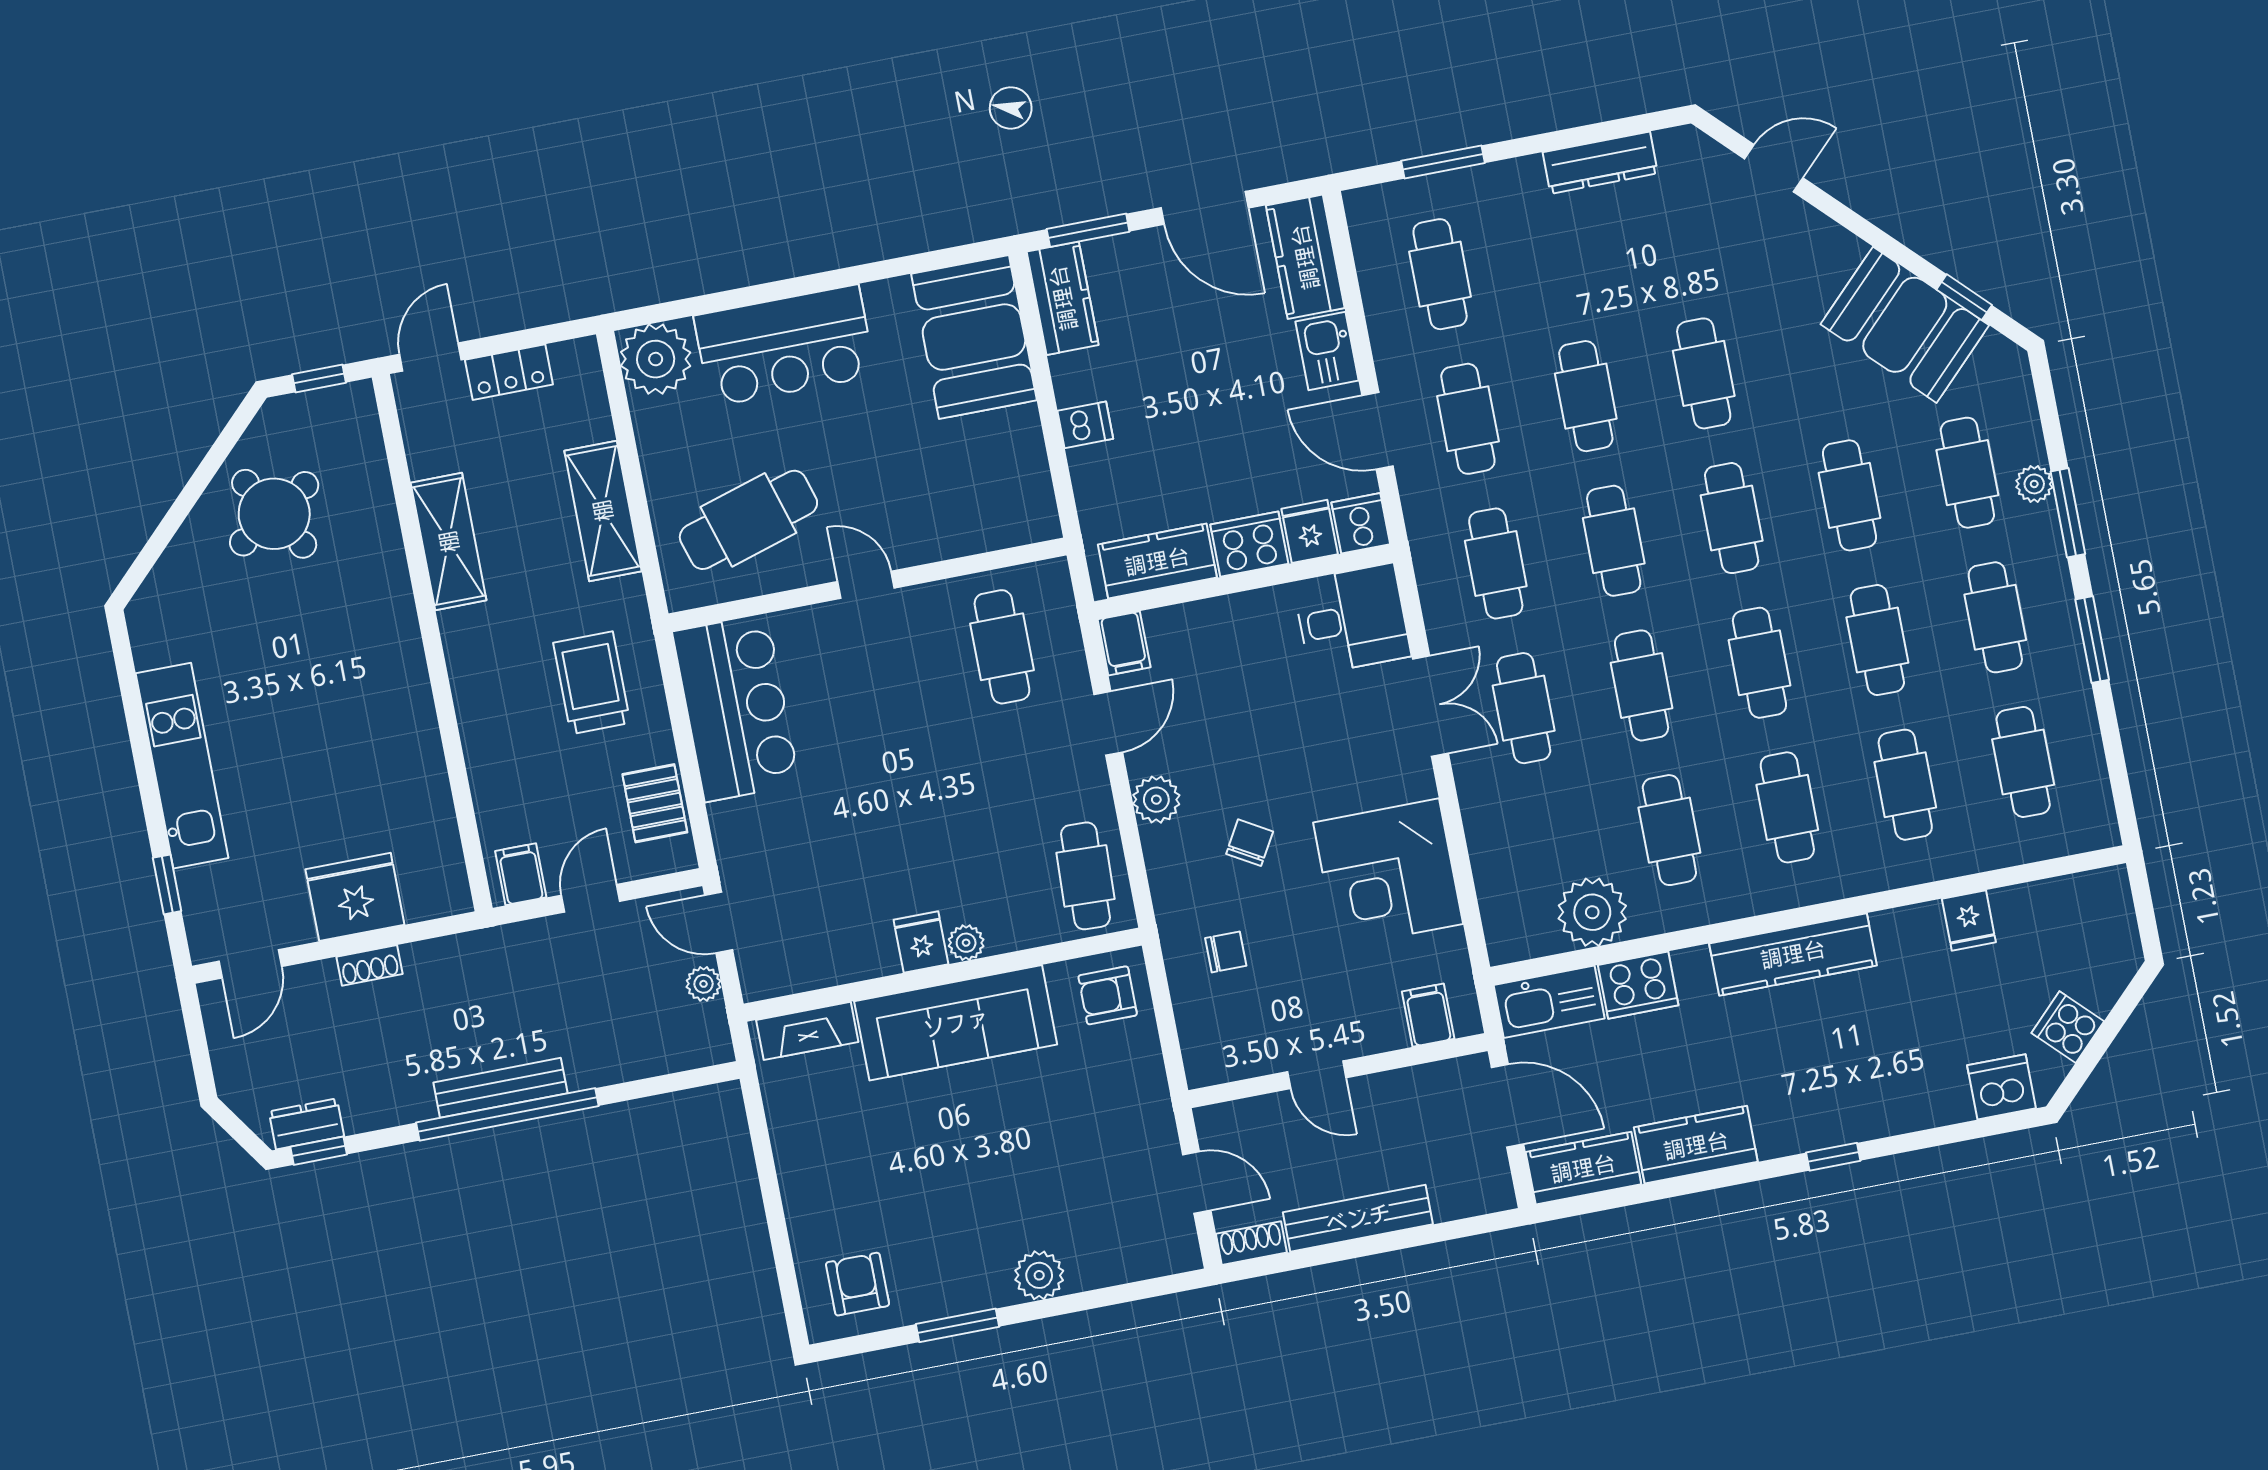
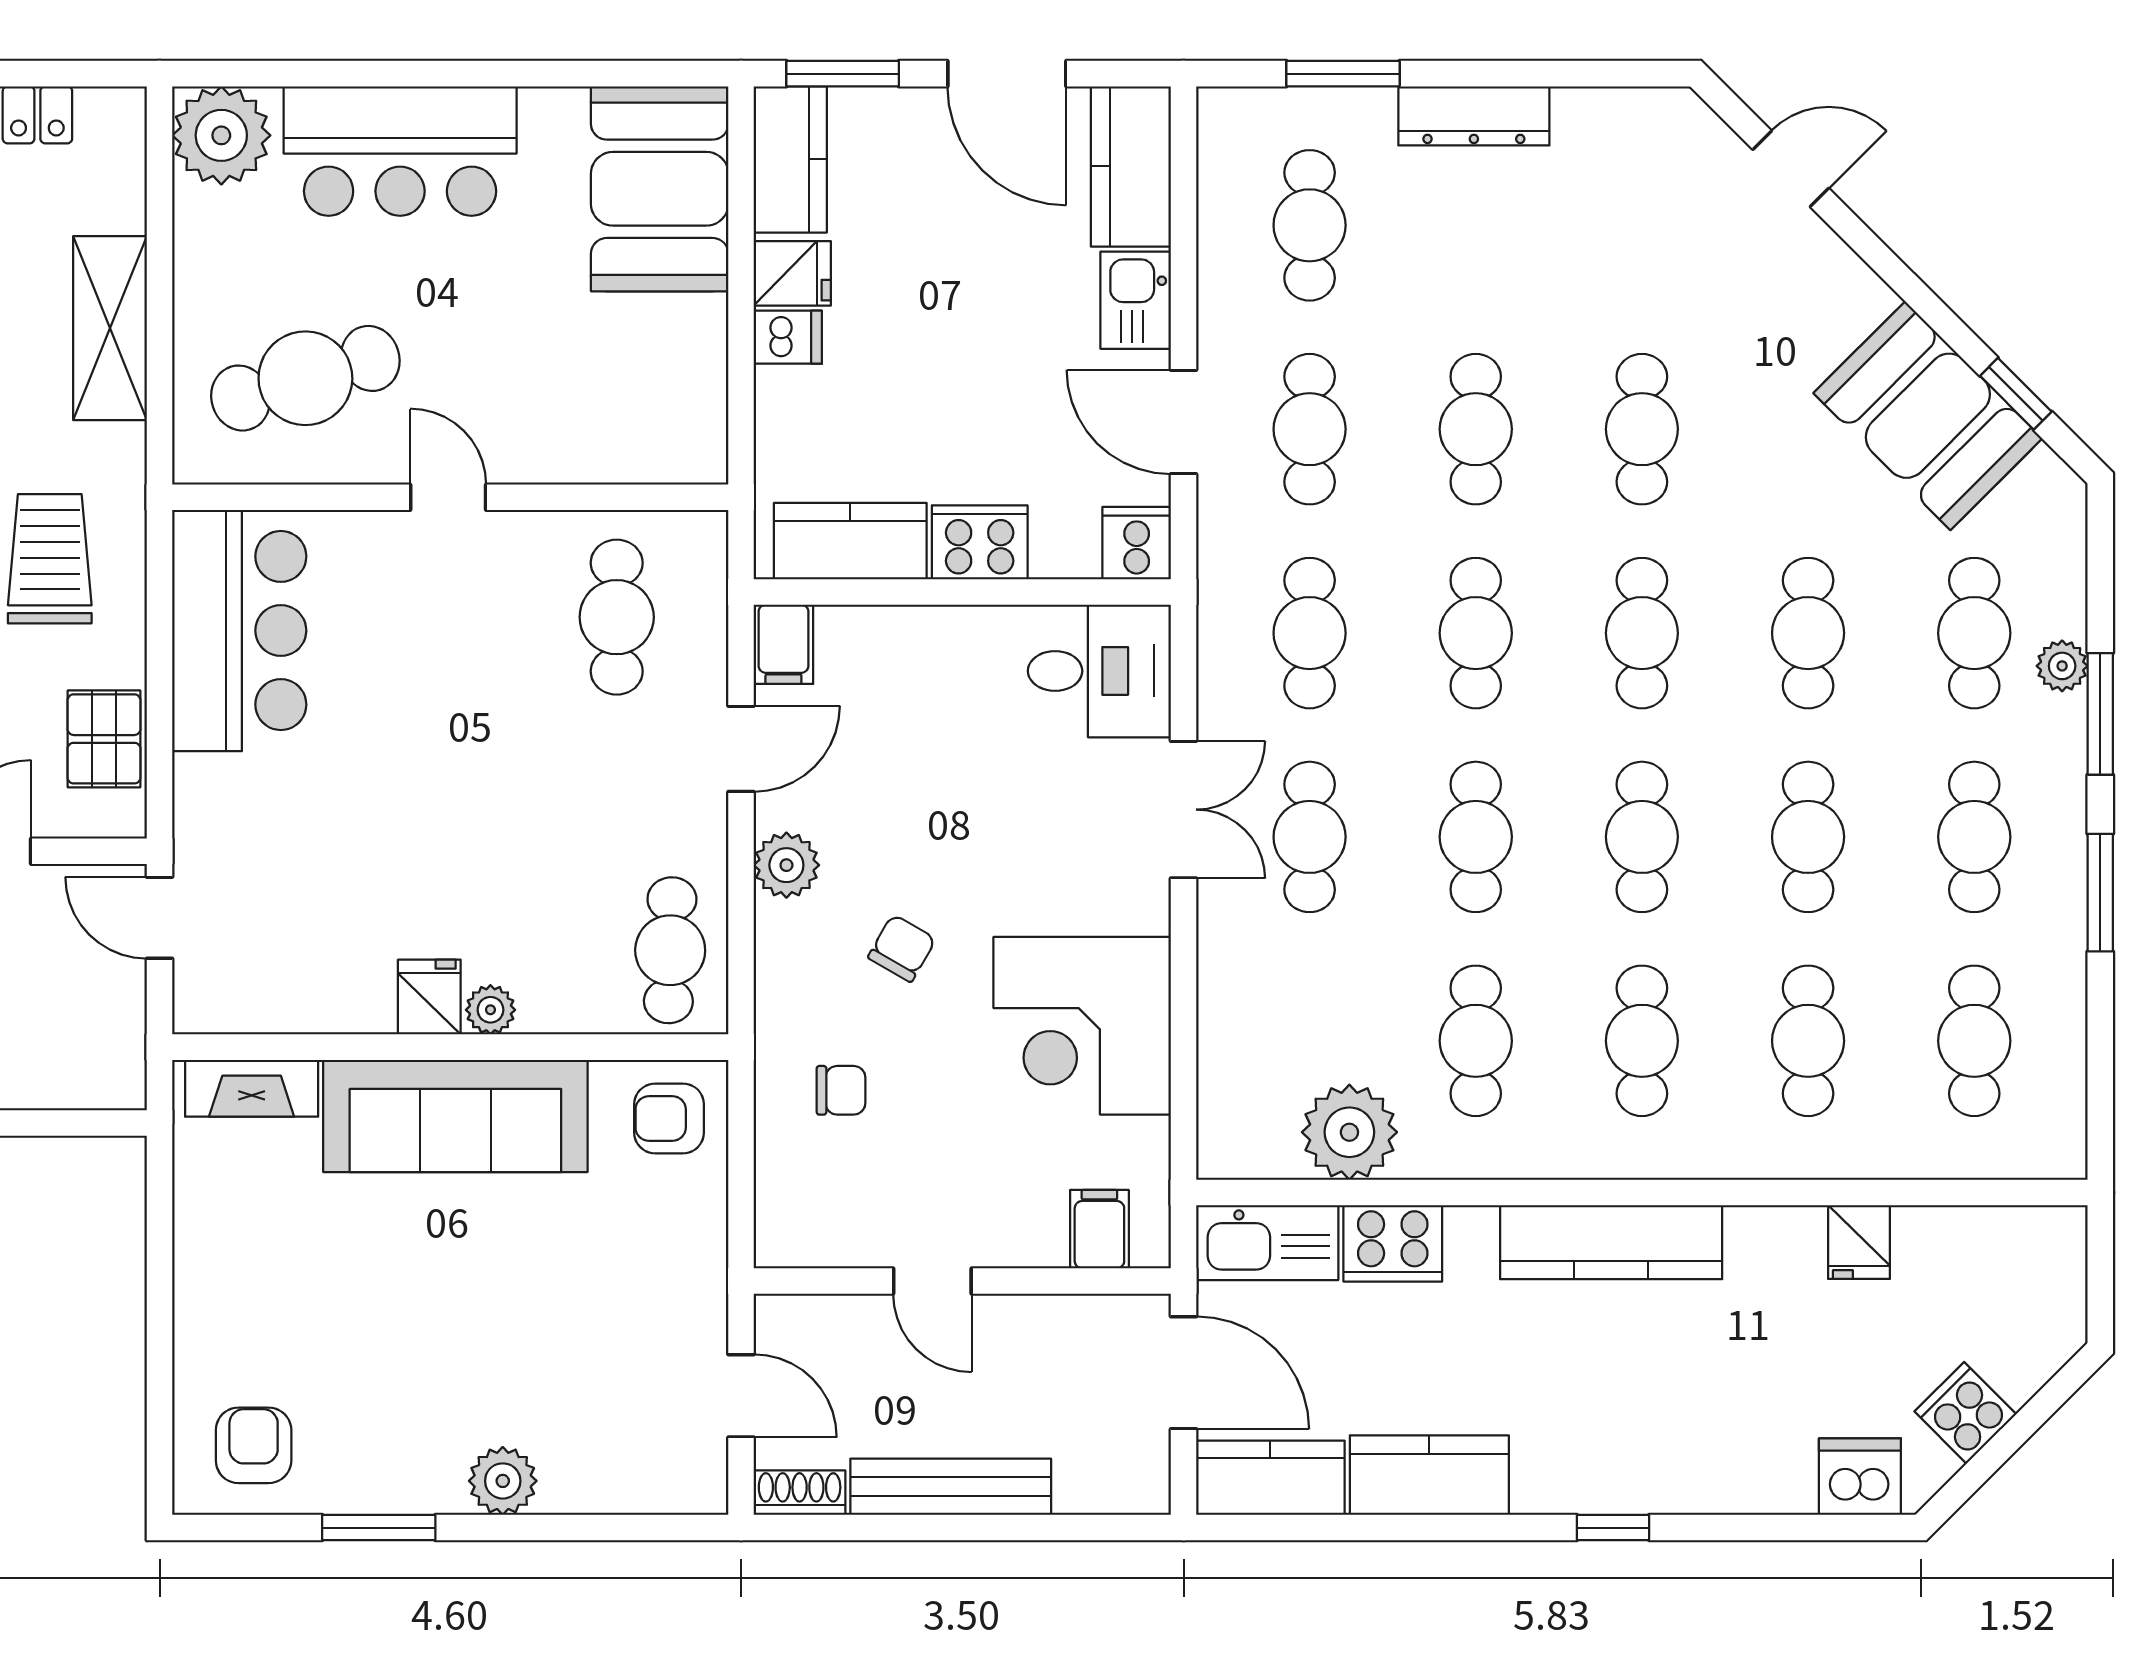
dresser: (1600, 163) -> (1474, 116), moved
fridge: (1310, 531) -> (792, 273), moved, turned 90
plant: (704, 984) -> (123, 997), removed

